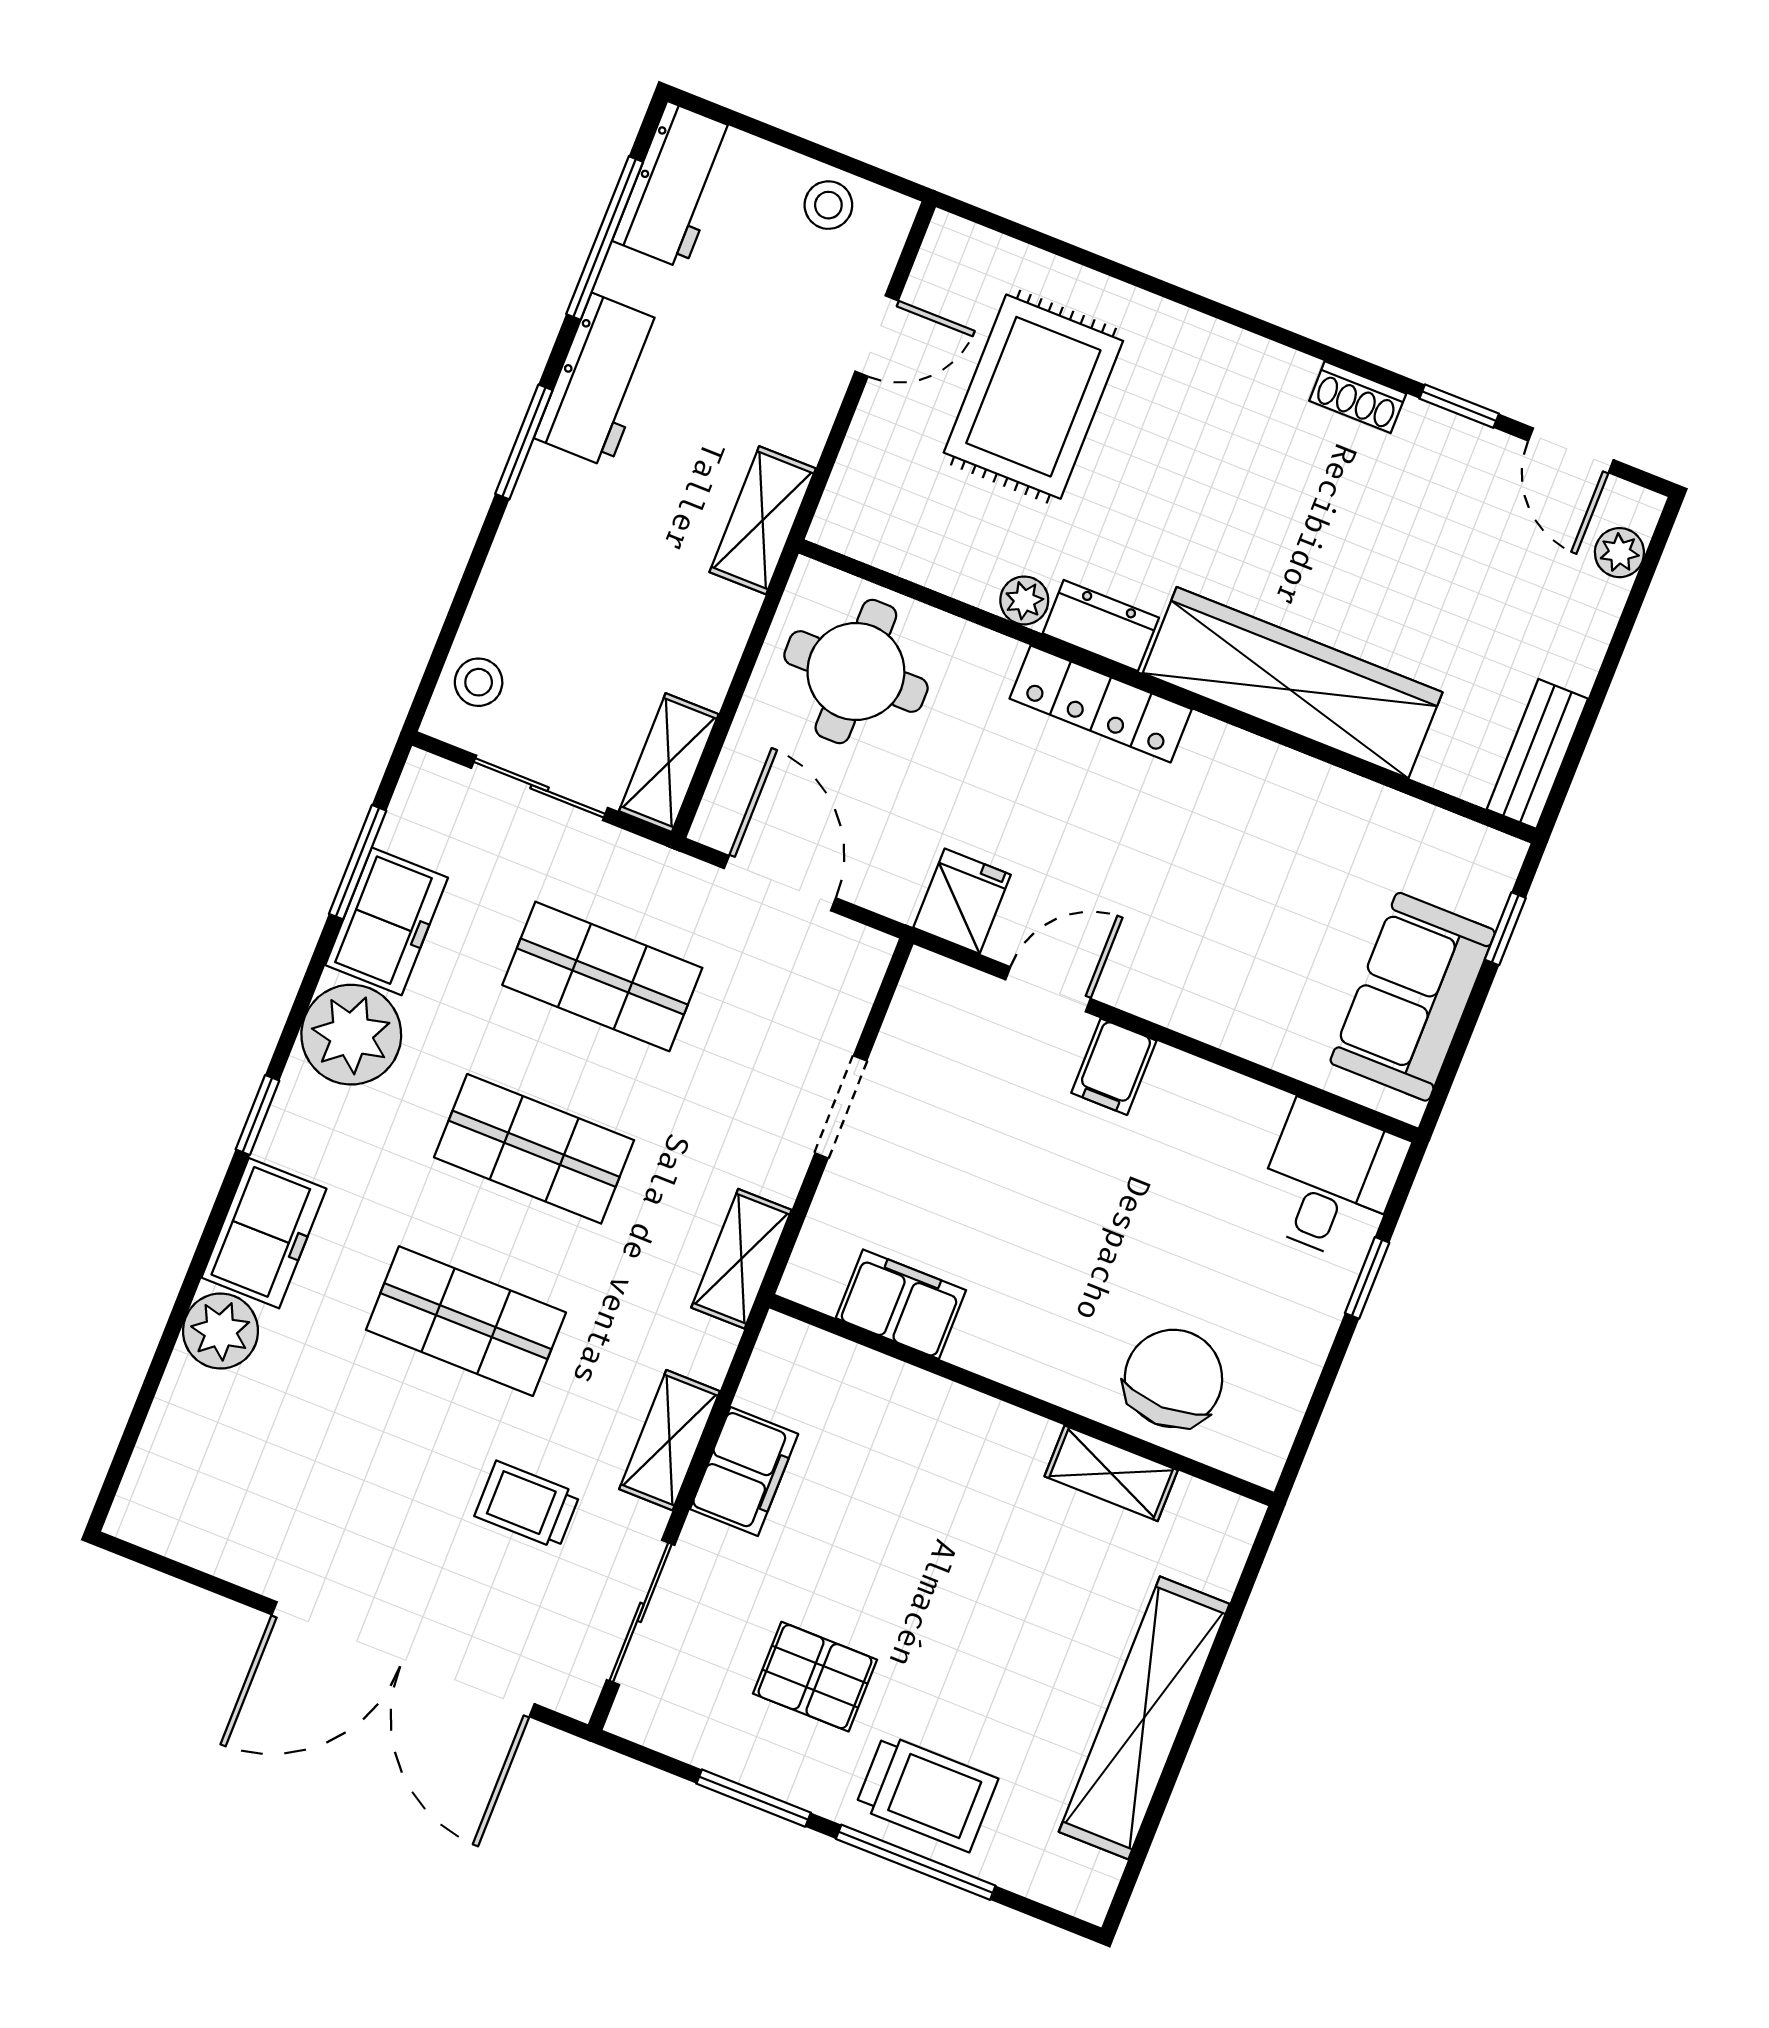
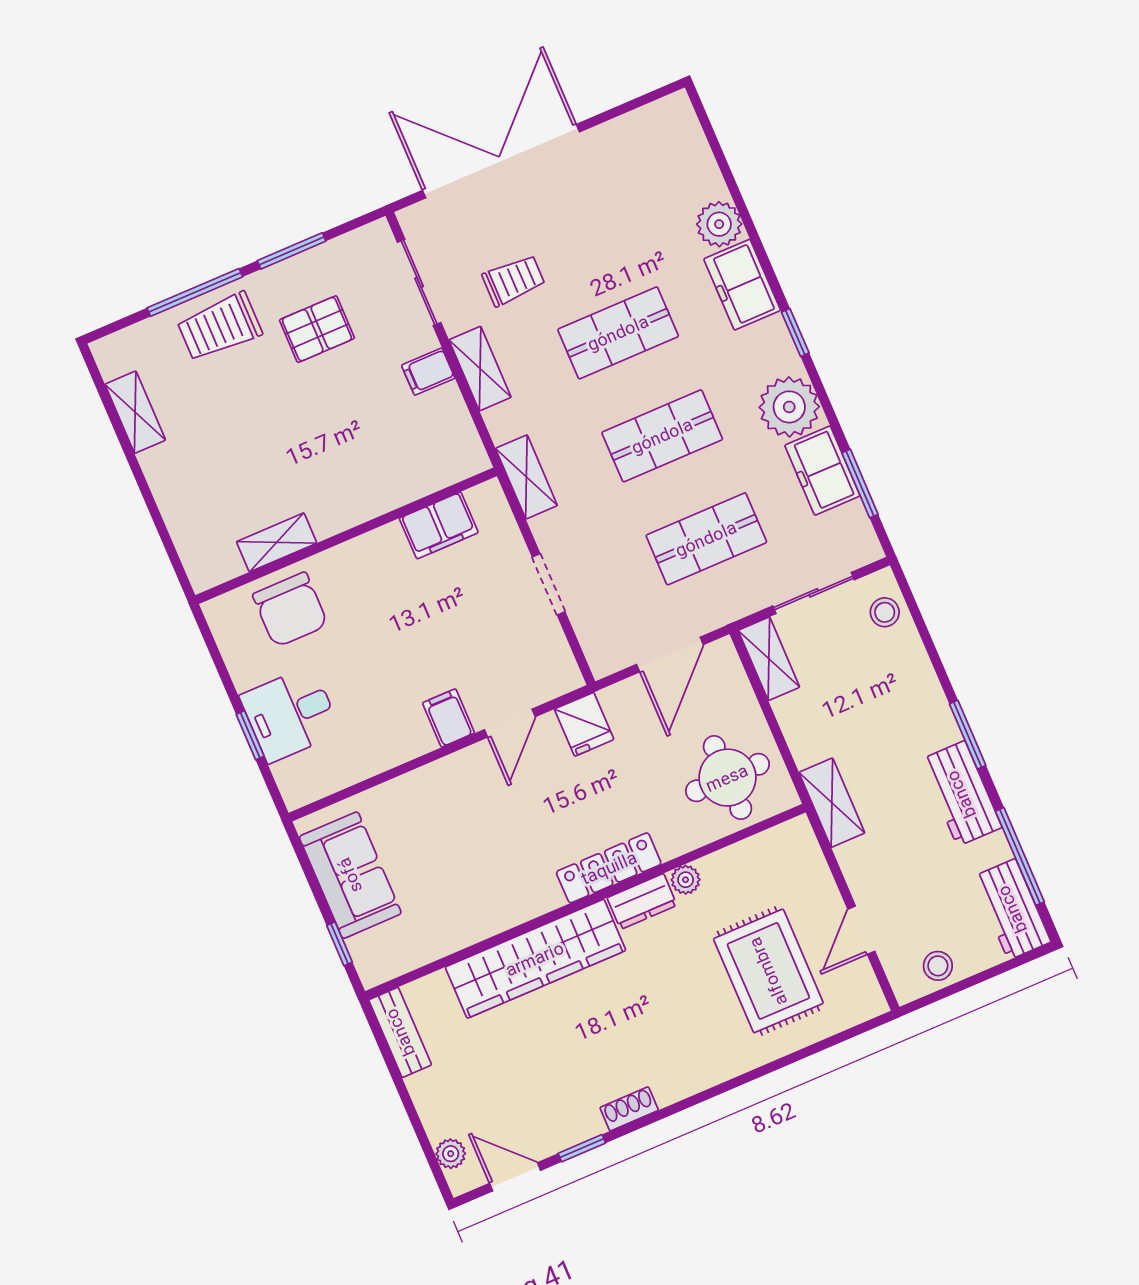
door: (780, 883) -> (670, 654), hinge flipped
desk: (1330, 1181) -> (290, 714), moved, turned 90
filing cabinet: (744, 1472) -> (428, 372), width x0.50
shelving: (1144, 1718) -> (135, 412), width x0.45, depth x0.75

